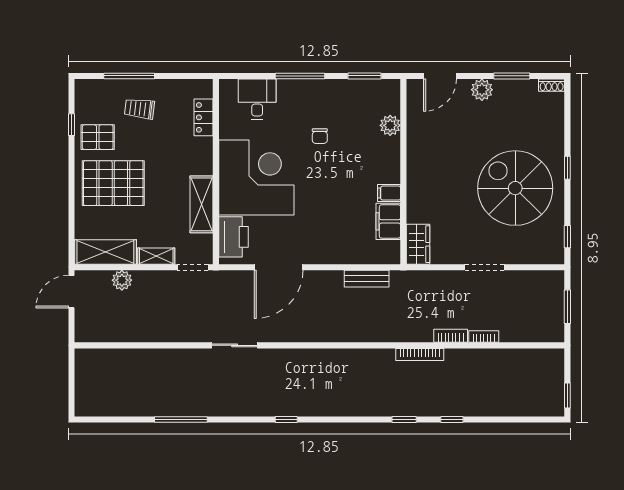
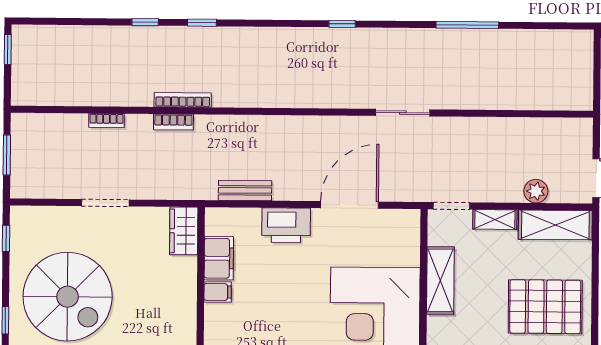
printer: (233, 237) -> (286, 225), moved, turned -90
bookcase: (451, 336) -> (173, 122), moved

